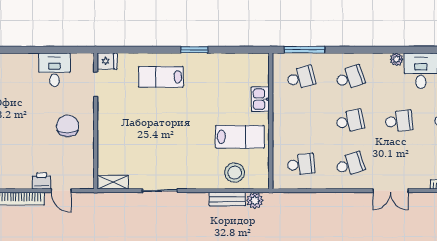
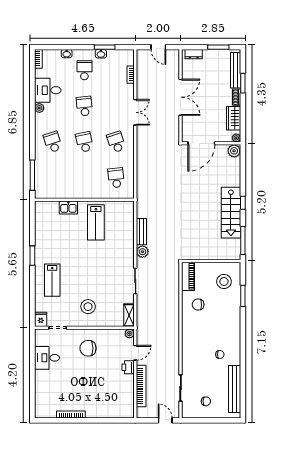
school desk: (301, 78) -> (53, 178), removed
lab bench: (240, 137) -> (96, 222), turned 180
stool: (235, 173) -> (88, 307), moved
plant: (88, 183) -> (129, 333), added
plant: (255, 200) -> (142, 252), moved

